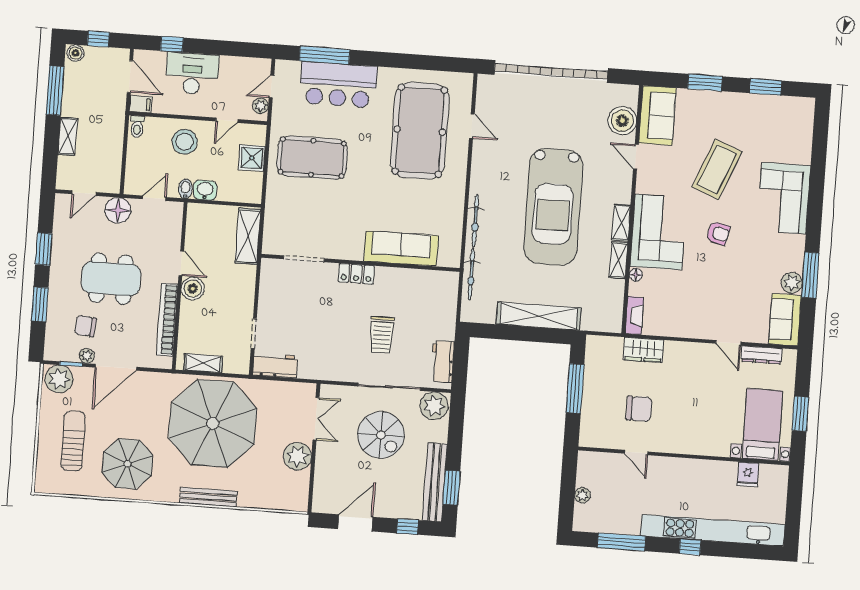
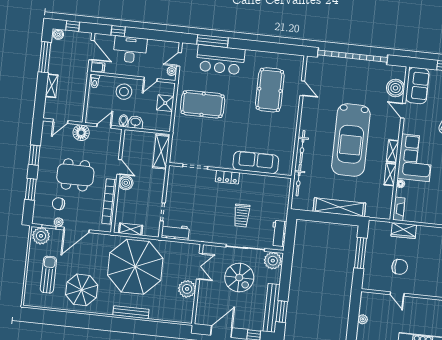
pool table: (420, 131) -> (270, 90), width x0.73, depth x0.76

